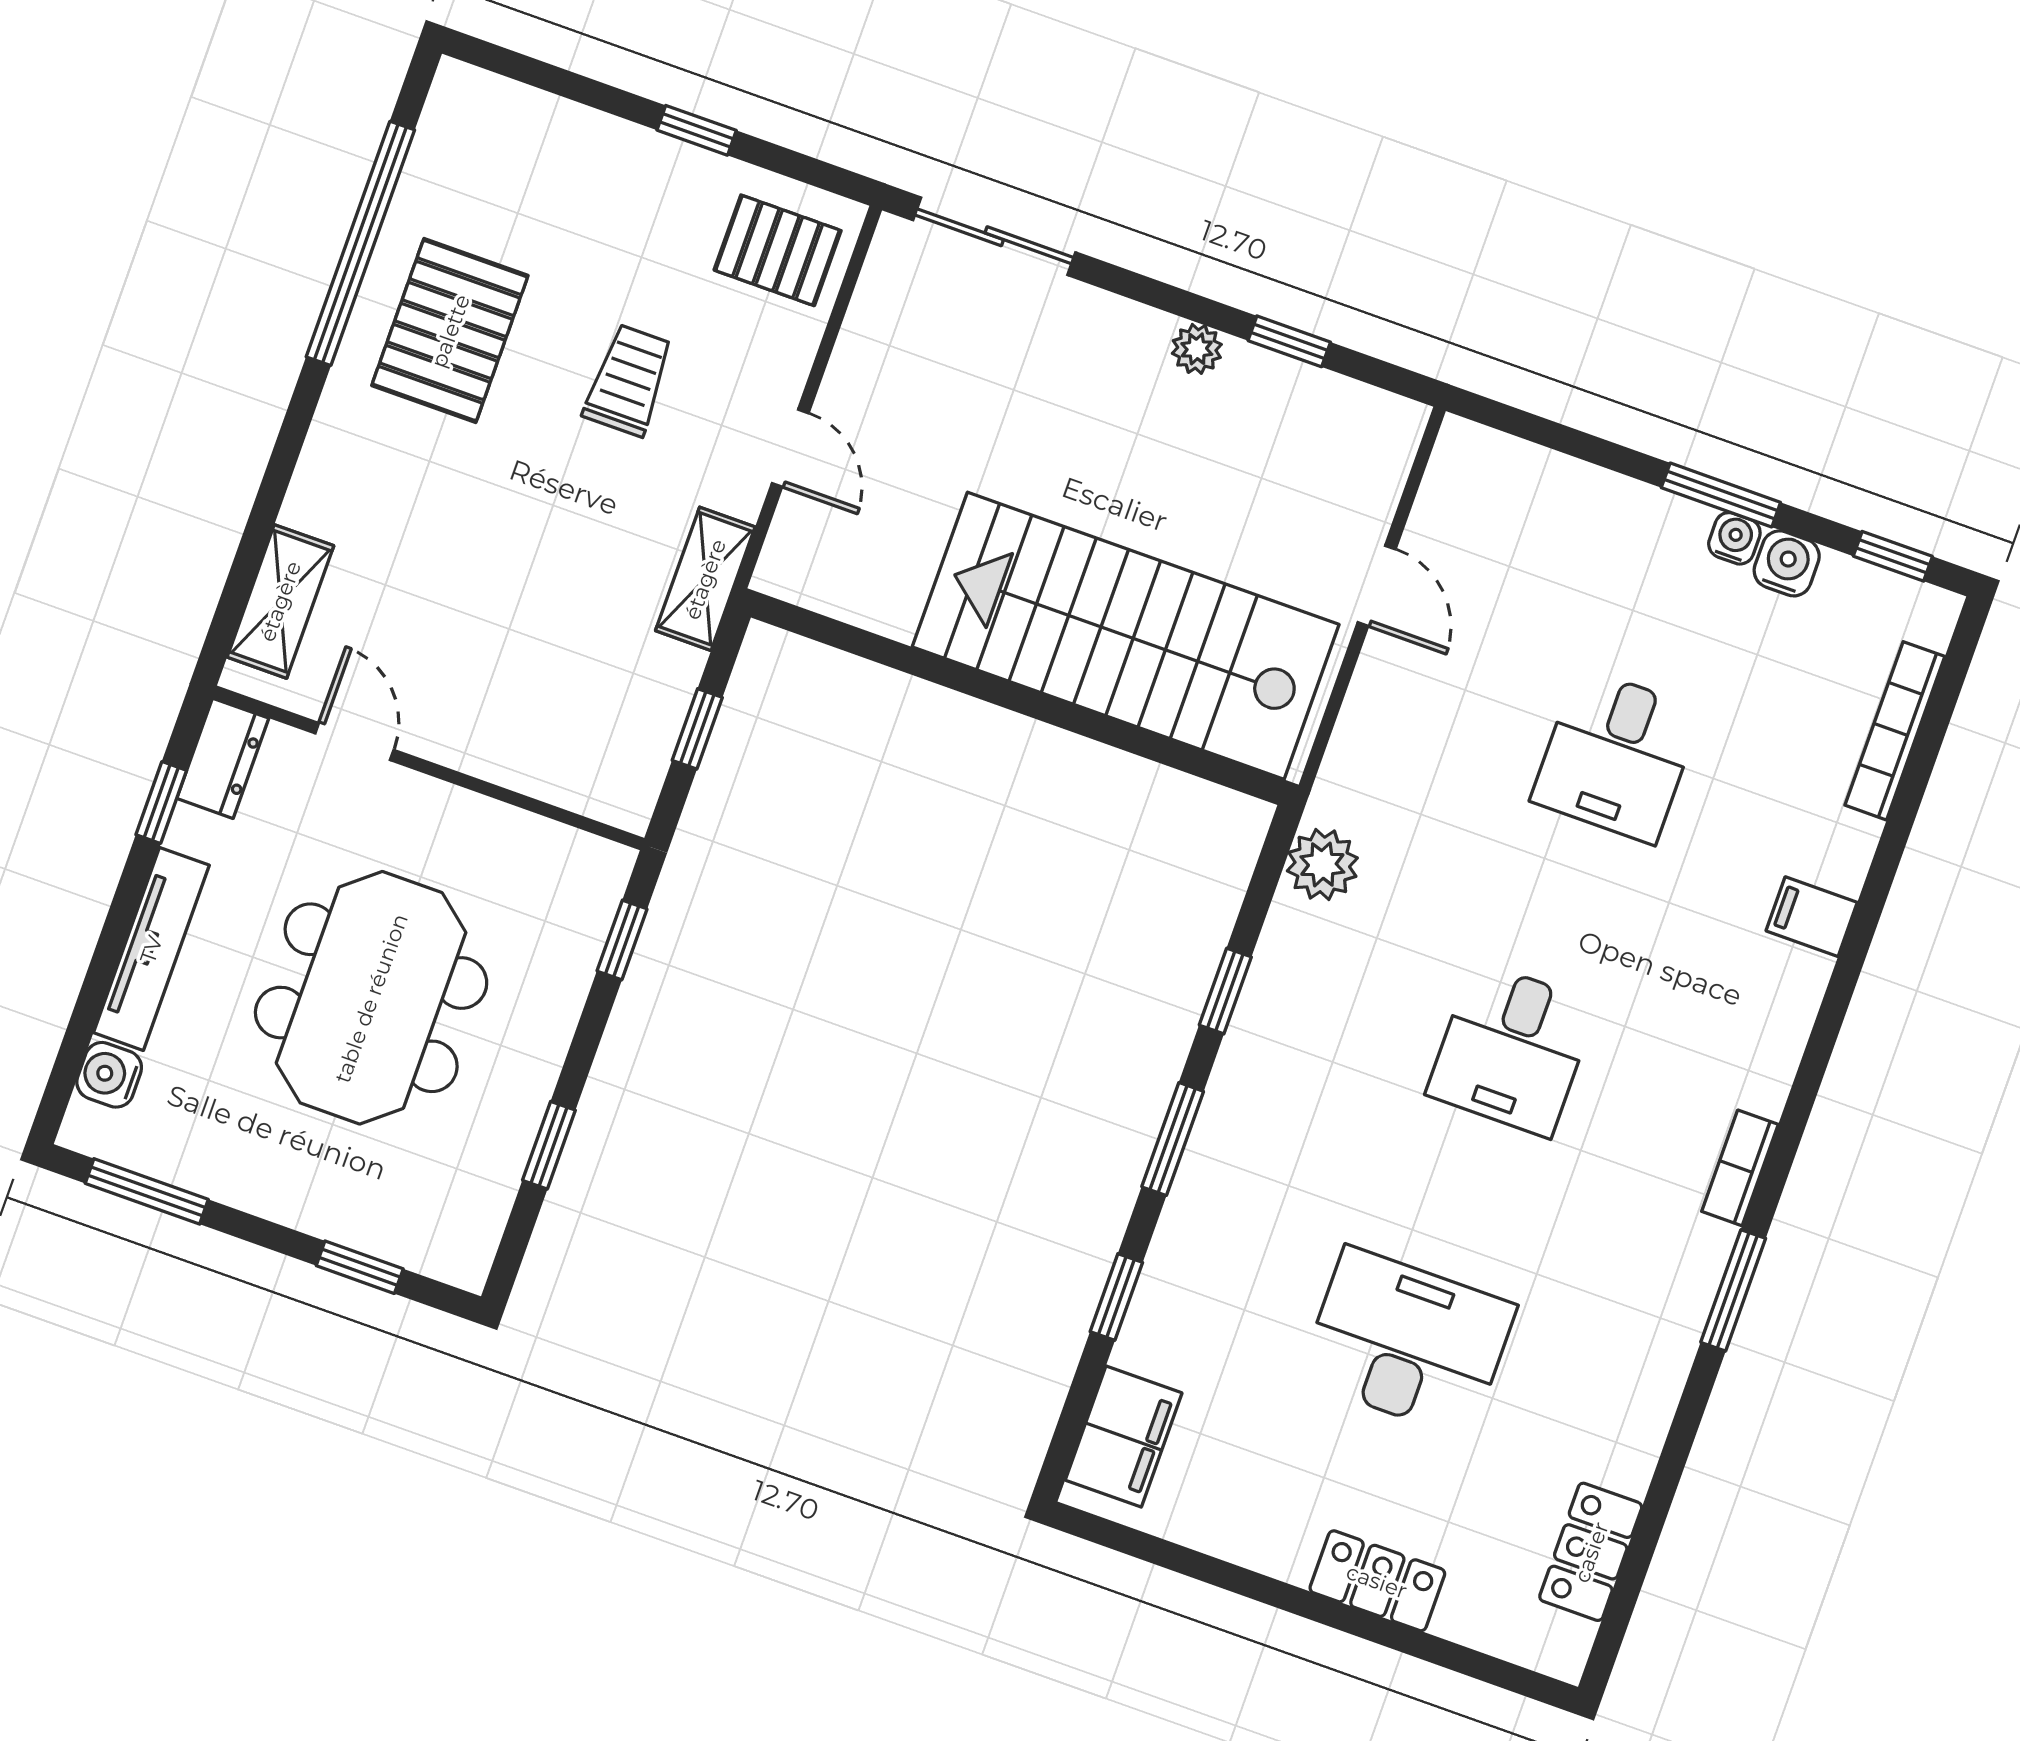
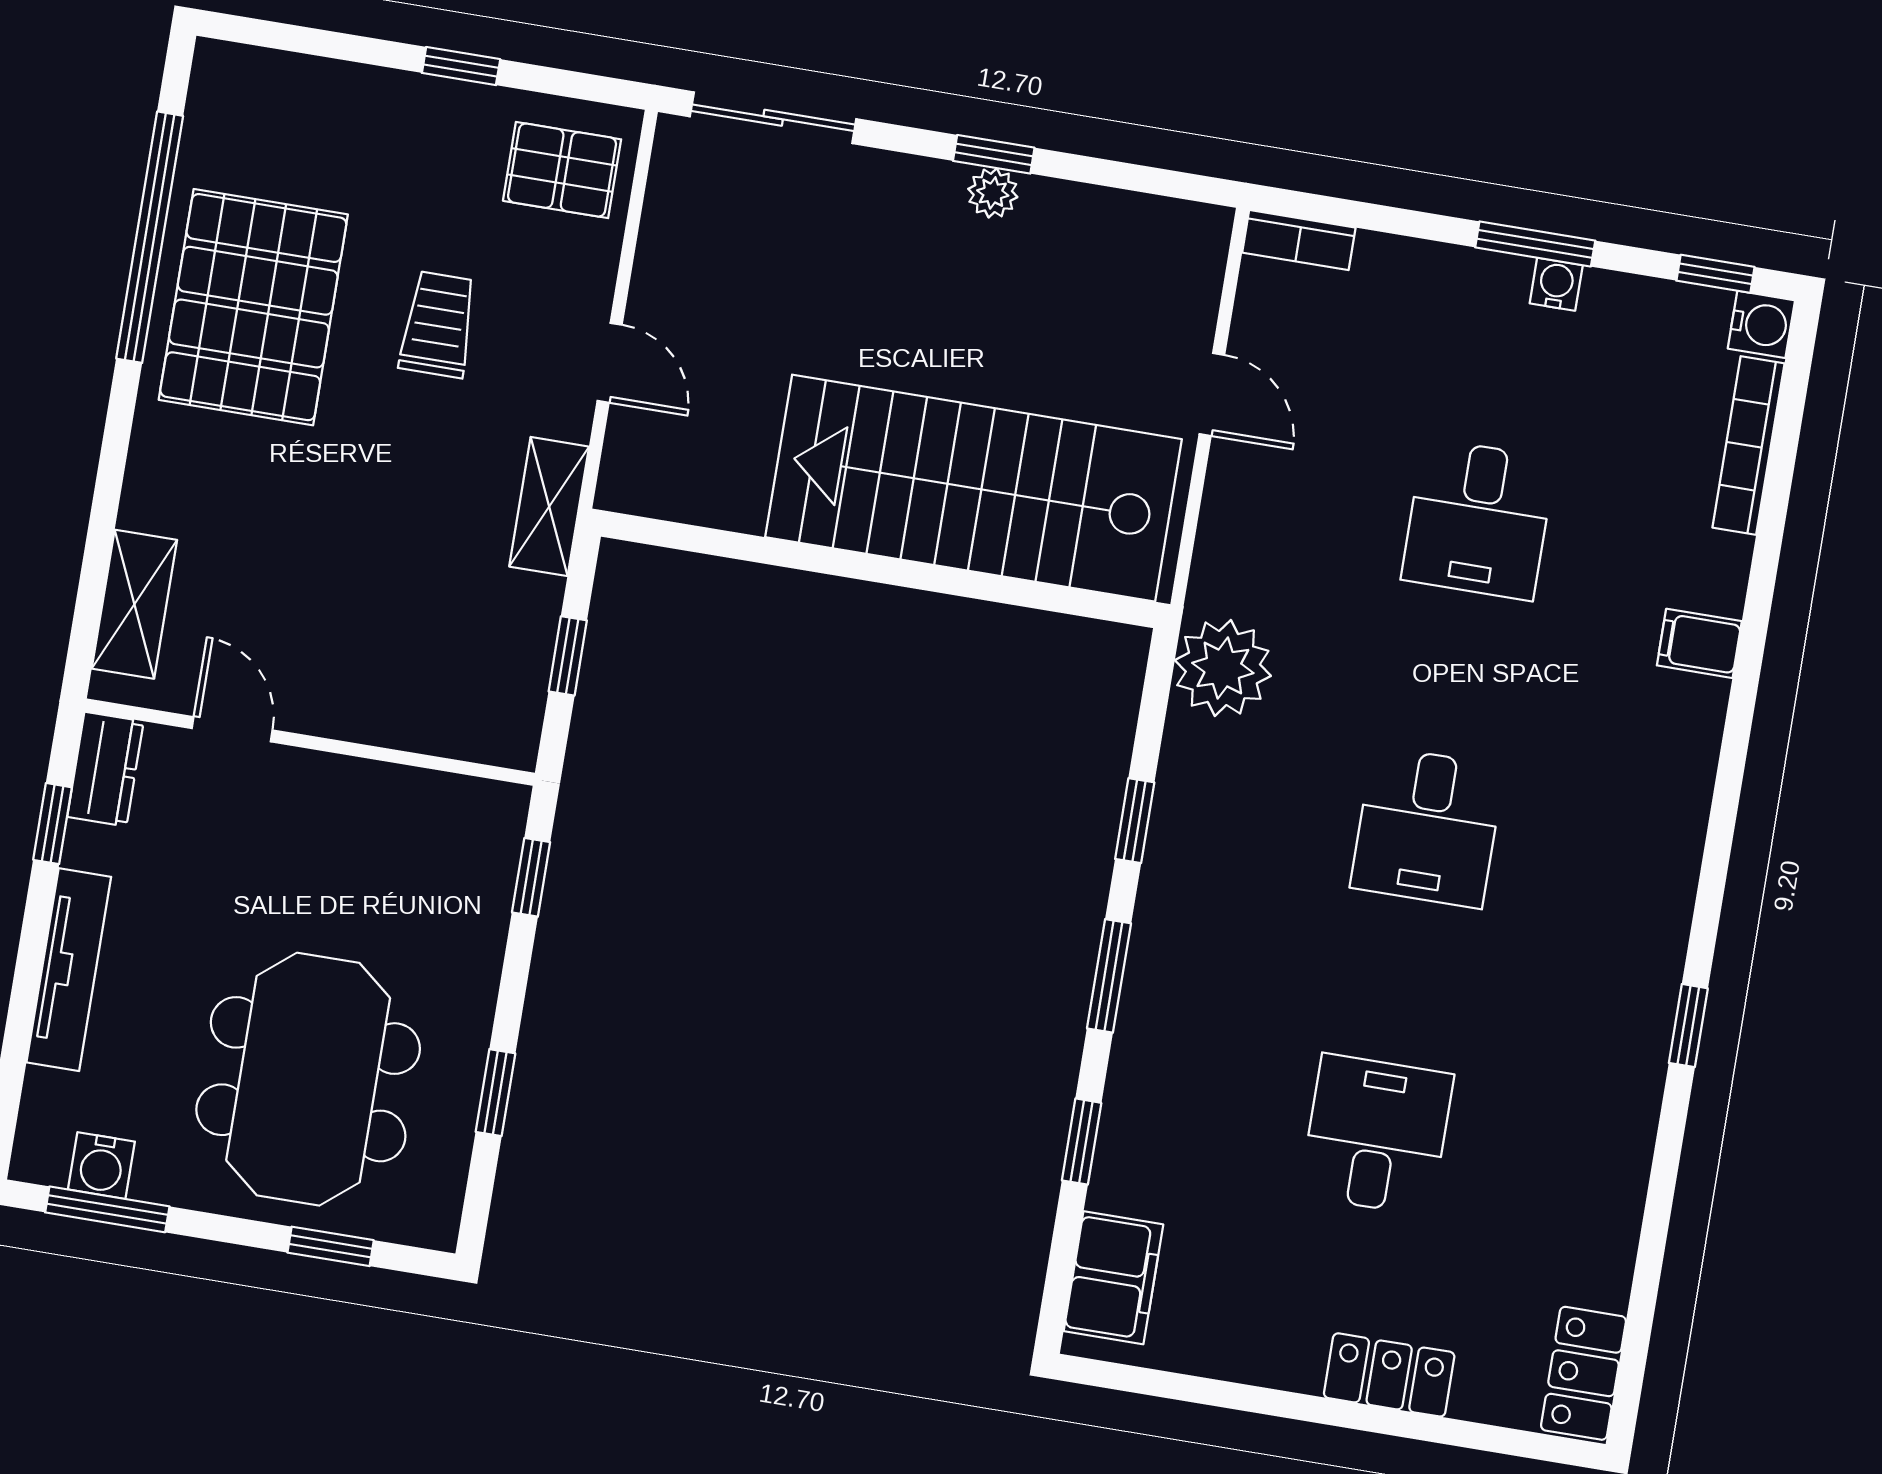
pallet: (450, 331) -> (253, 307), width x1.37, depth x1.41
window: (1289, 341) -> (994, 154), moved
water cooler: (1787, 563) -> (1761, 324), moved, turned 90
plant: (1322, 864) -> (1223, 668), width x1.36, depth x1.36
meeting table: (371, 998) -> (308, 1079), moved
water cooler: (109, 1075) -> (101, 1166), moved, turned -90
bookcase: (1740, 1168) -> (1299, 240), moved, turned -90
window: (1733, 1290) -> (1688, 1026), width x0.67
desk: (1407, 1343) -> (1376, 1135), width x0.73
locker: (1591, 1552) -> (1584, 1373), moved

